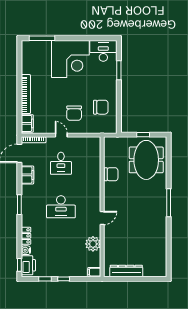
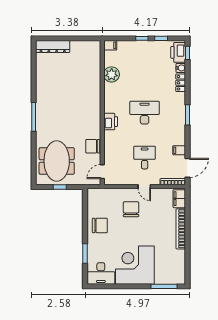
chair: (101, 107) -> (100, 225), moved, turned 180
filing cabinet: (27, 175) -> (179, 150), width x0.50
printer: (94, 198) -> (111, 122), added
door: (102, 218) -> (102, 172), moved
dresser: (126, 271) -> (53, 47), moved

